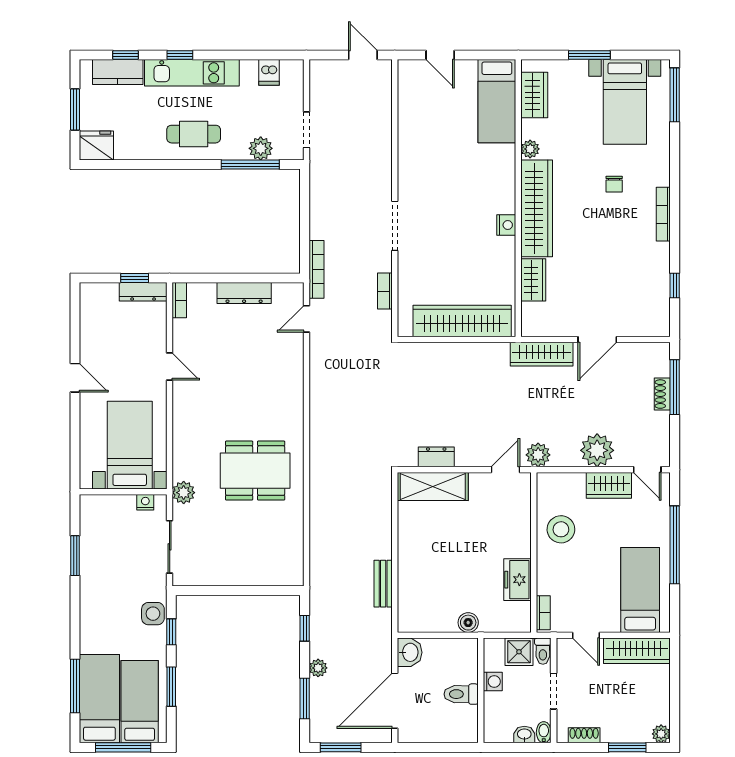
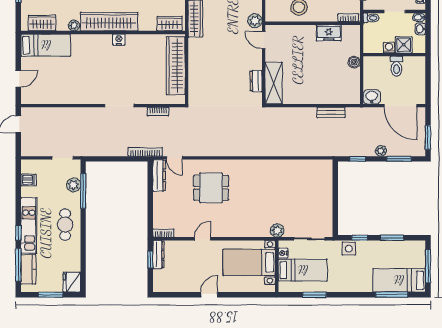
window: (125, 55) -> (18, 265), width x2.17
wardrobe: (533, 280) -> (170, 24), moved
dresser: (244, 293) -> (159, 175), moved
dining table: (255, 471) -> (211, 188), moved, width x0.73
shower: (519, 652) -> (404, 45), moved
bed: (140, 702) -> (303, 270), moved, turned 180

